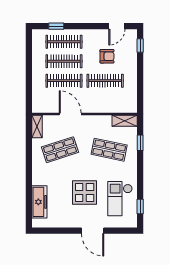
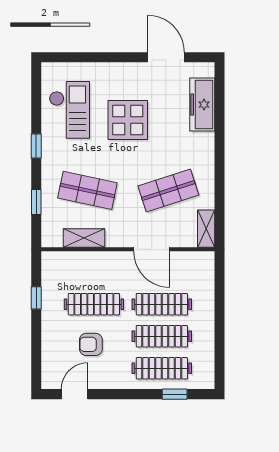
window: (140, 46) -> (36, 298), moved
shelving: (125, 121) -> (84, 238), moved
window: (140, 206) -> (36, 146), moved
door: (93, 231) -> (166, 57), moved

